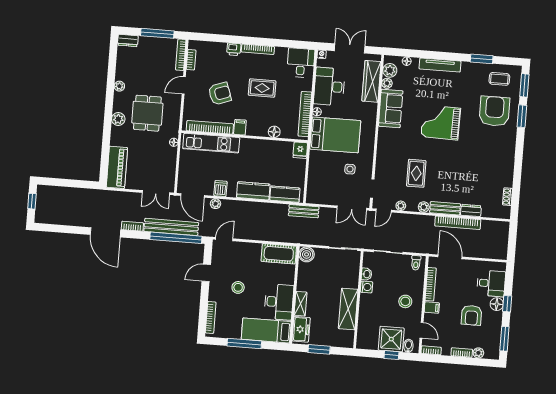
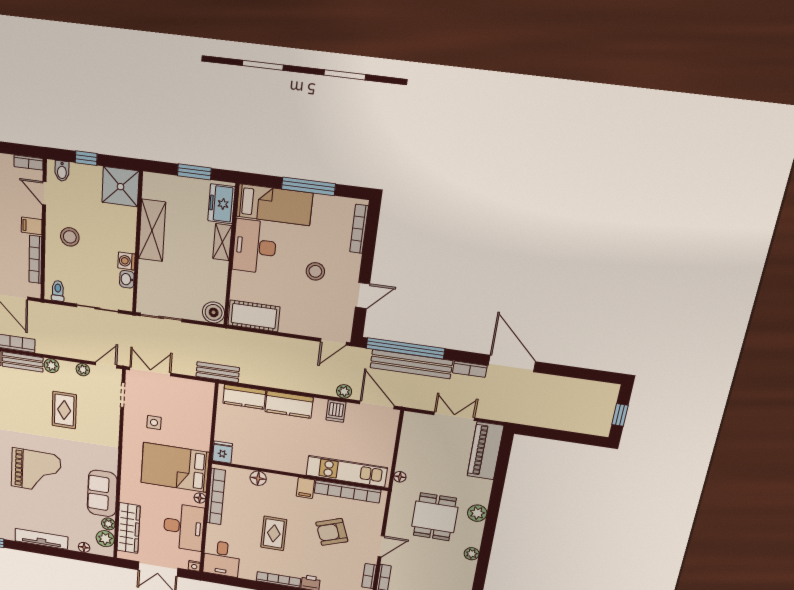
rug: (262, 88) -> (274, 533), turned 90
double door: (156, 193) -> (454, 416), moved
shower: (391, 339) -> (121, 187), moved

